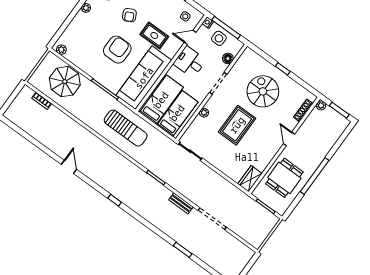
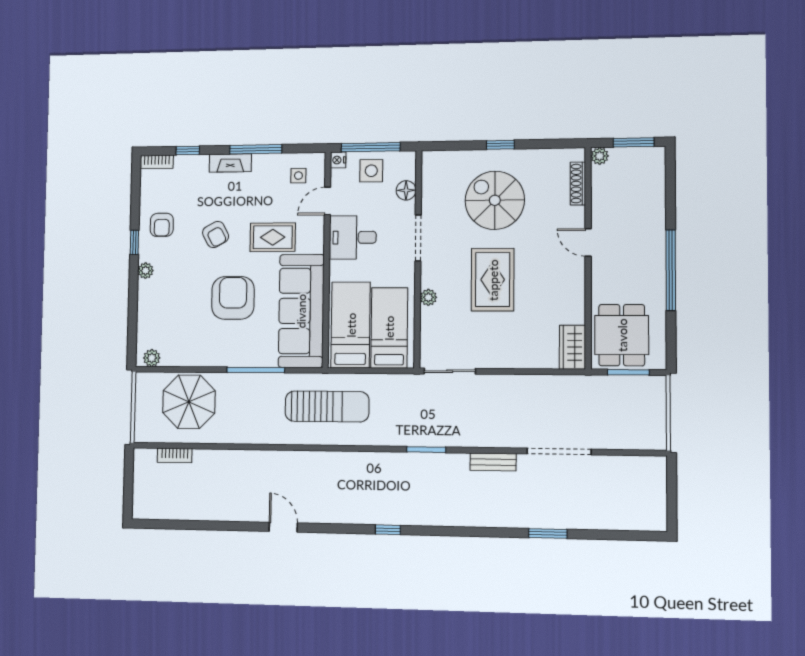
dining table: (284, 178) -> (622, 335), moved

